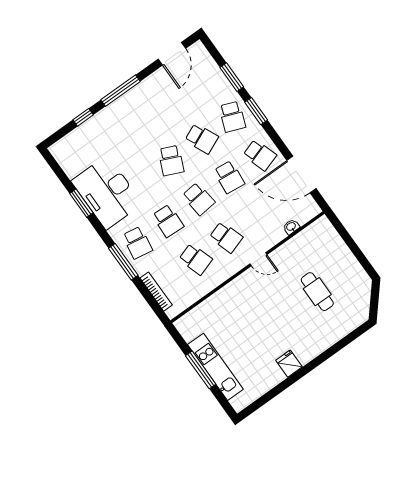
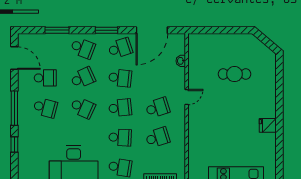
school desk: (174, 100) -> (45, 78), added
window: (256, 111) -> (106, 30), moved
school desk: (144, 122) -> (45, 108), added

